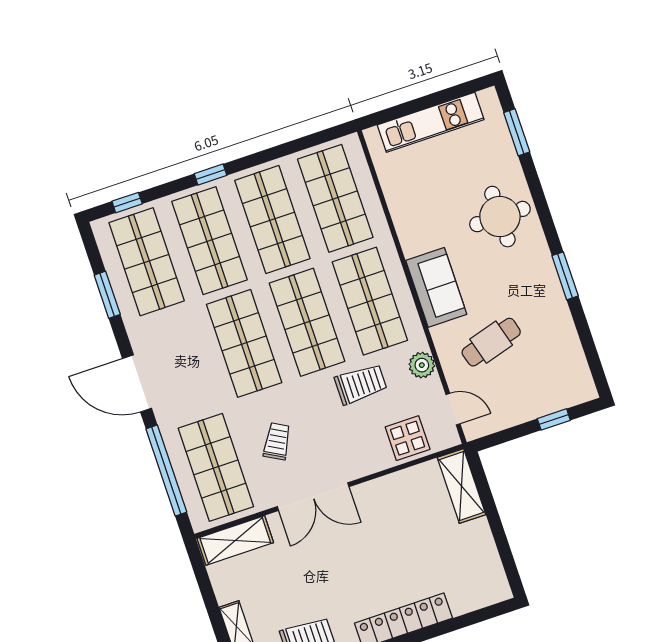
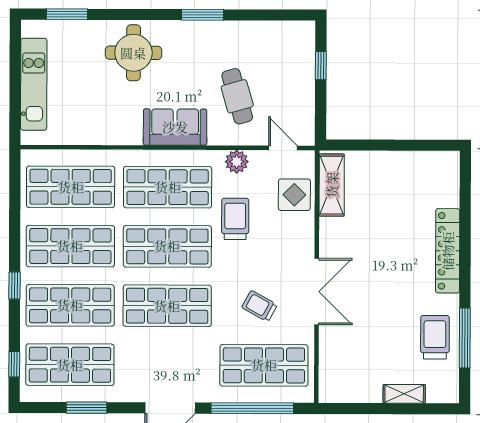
door: (453, 409) -> (283, 148), hinge flipped
shelving: (462, 486) -> (332, 185), moved, turned 90
shelving: (235, 540) -> (331, 370), removed

